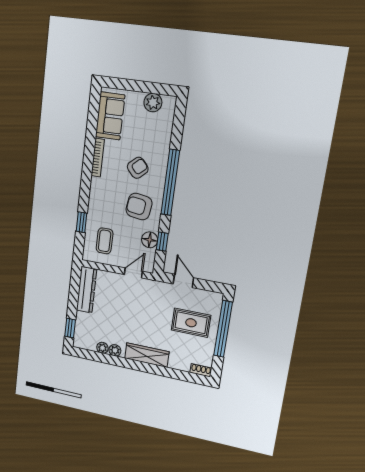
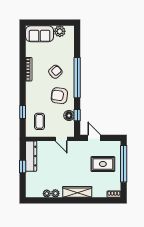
sofa: (110, 116) -> (40, 34), moved, turned 90
door: (133, 273) -> (61, 139), swing flipped
window: (70, 328) -> (23, 167), moved

